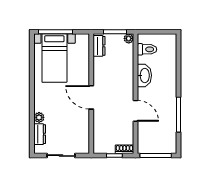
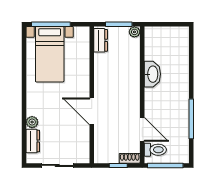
toilet: (147, 49) -> (155, 150), moved
door: (91, 97) -> (92, 111), moved
door: (135, 111) -> (142, 129), moved

